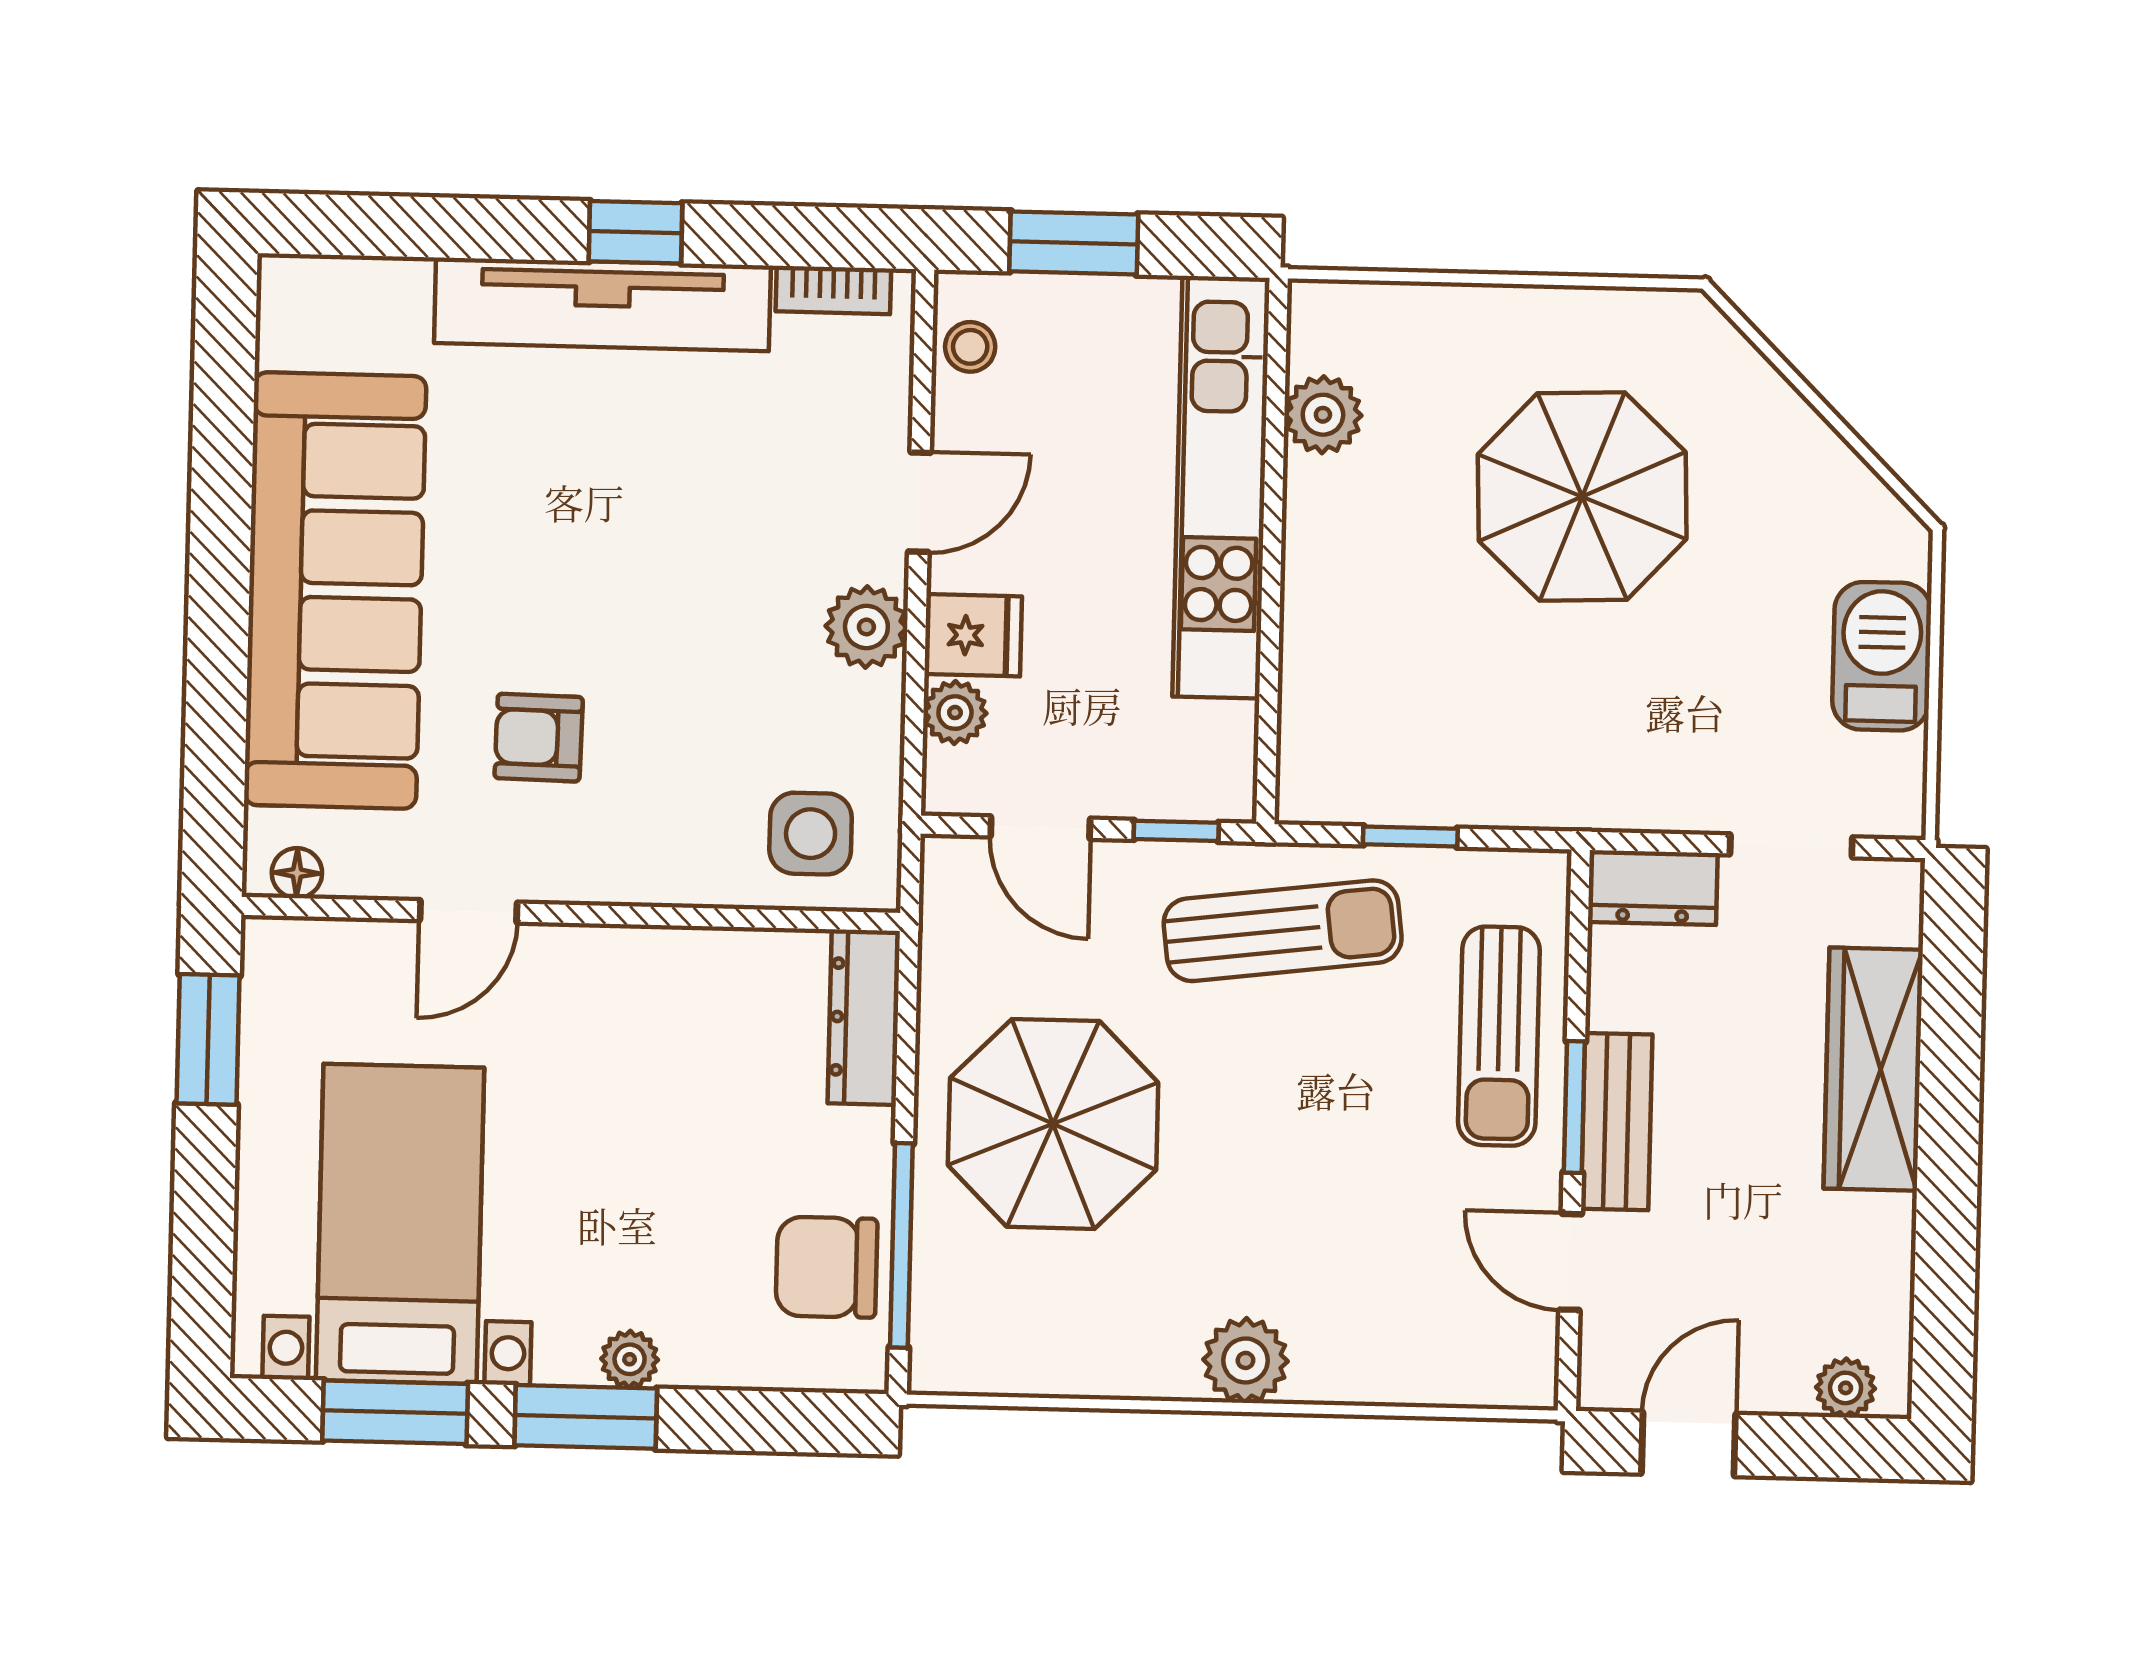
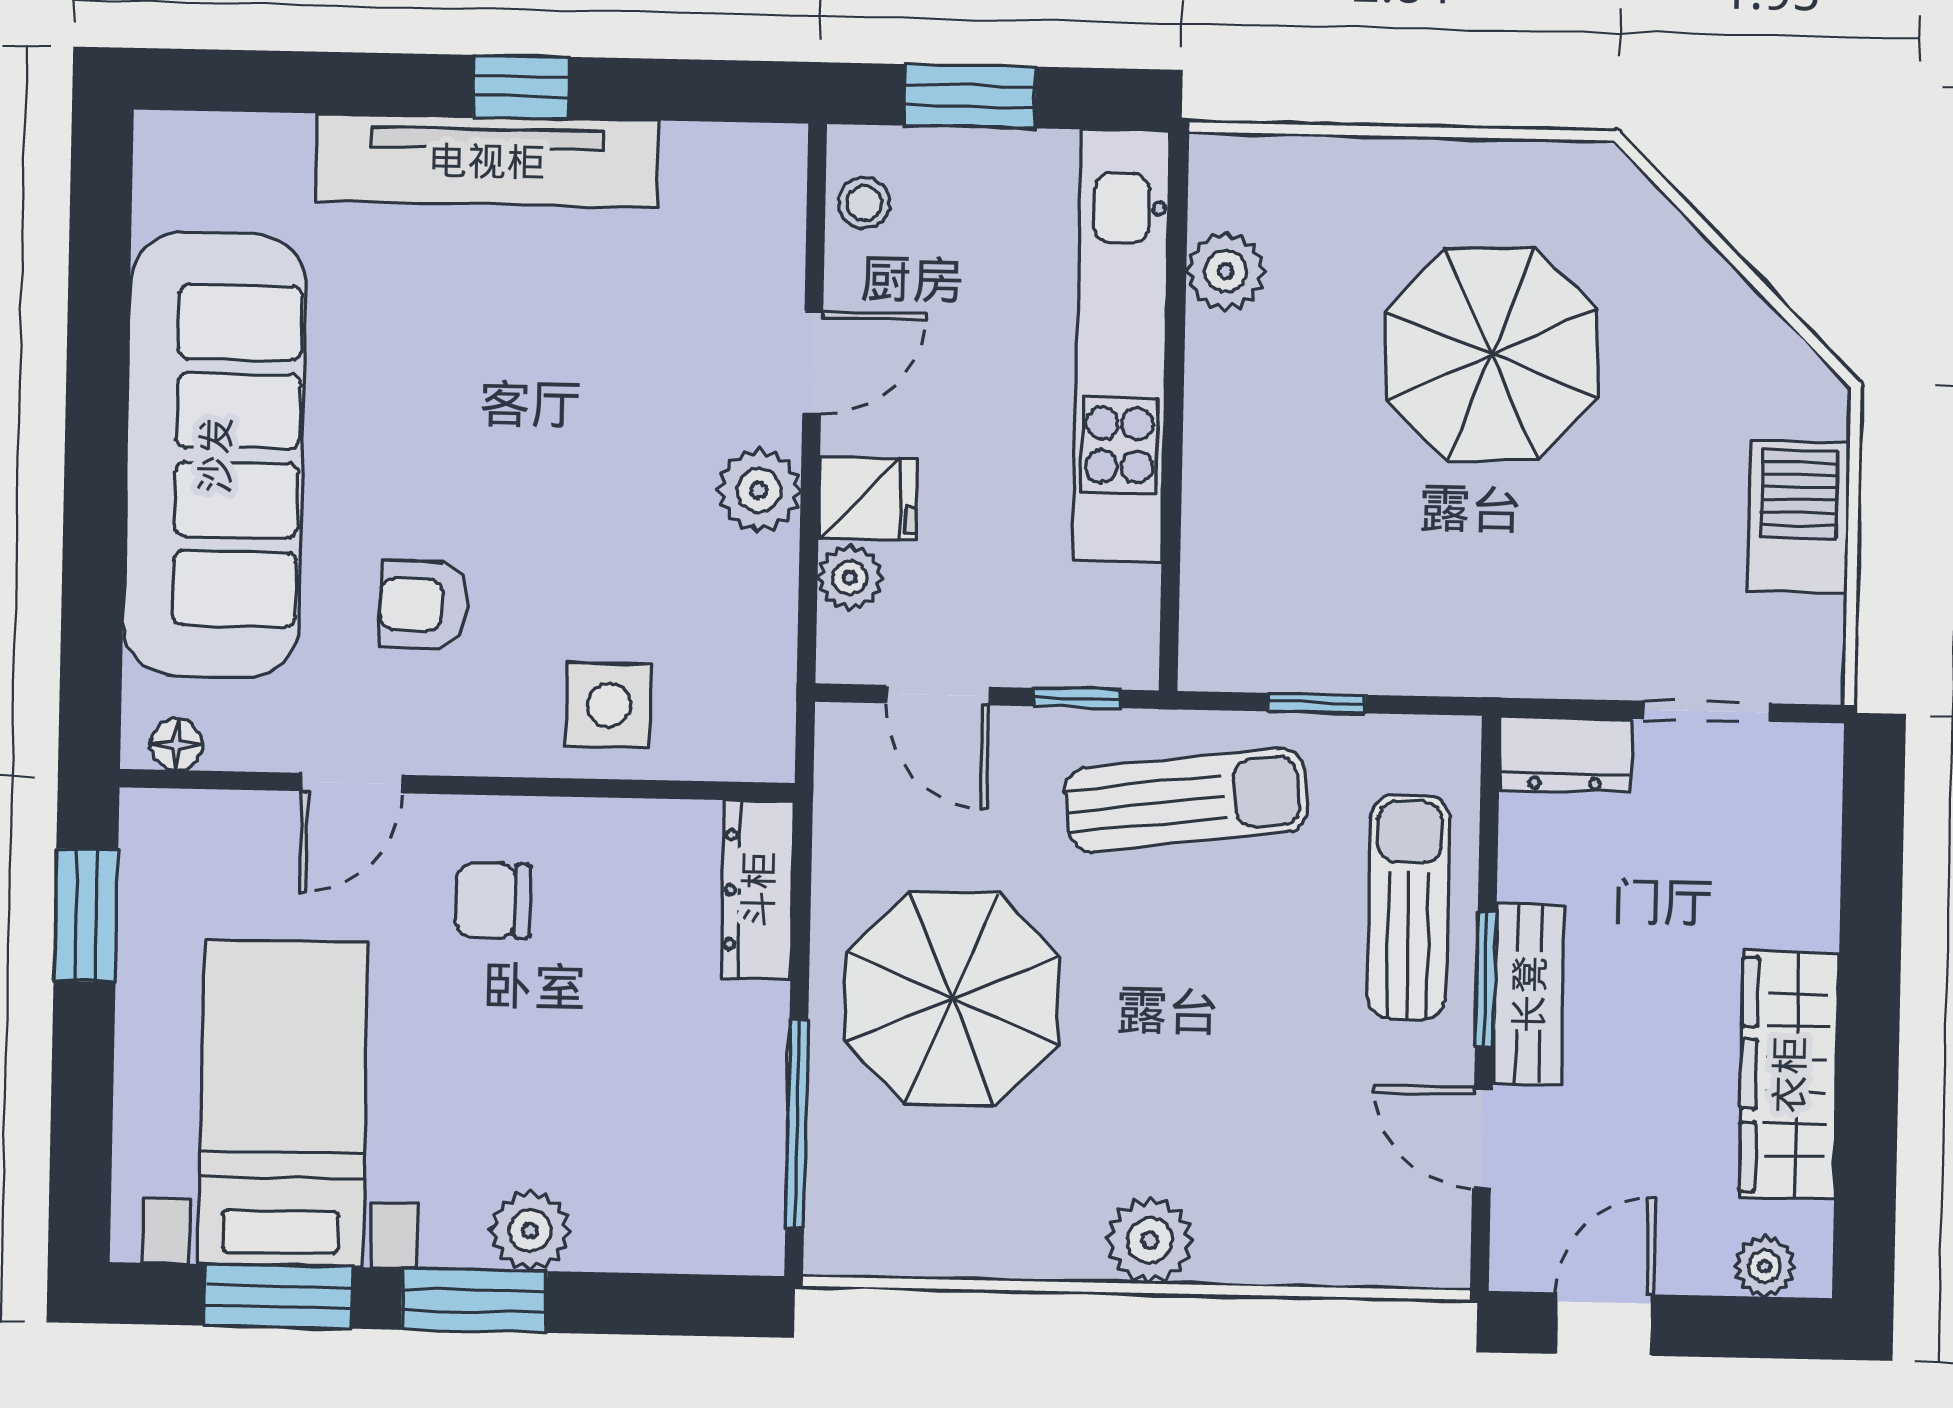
bookcase: (833, 290) -> (724, 145), removed
side table: (811, 834) -> (609, 705), moved
sun lounger: (1499, 1036) -> (1408, 907), turned 180
wardrobe: (1873, 1069) -> (1789, 1075), moved
chair: (827, 1267) -> (493, 901), moved, width x0.73, depth x0.73
plant: (630, 1359) -> (530, 1231), width x1.38, depth x1.38

